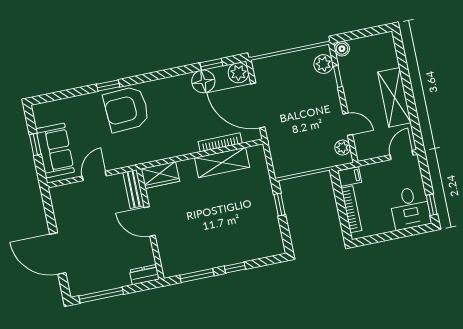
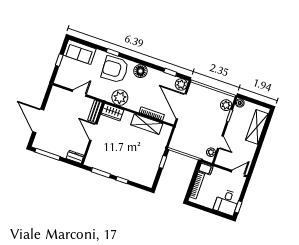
floor lamp: (203, 81) -> (140, 71), moved
shelving: (394, 97) -> (257, 127), moved
plant: (159, 147) -> (120, 98), added
sofa: (55, 150) -> (80, 52), moved, turned 90

